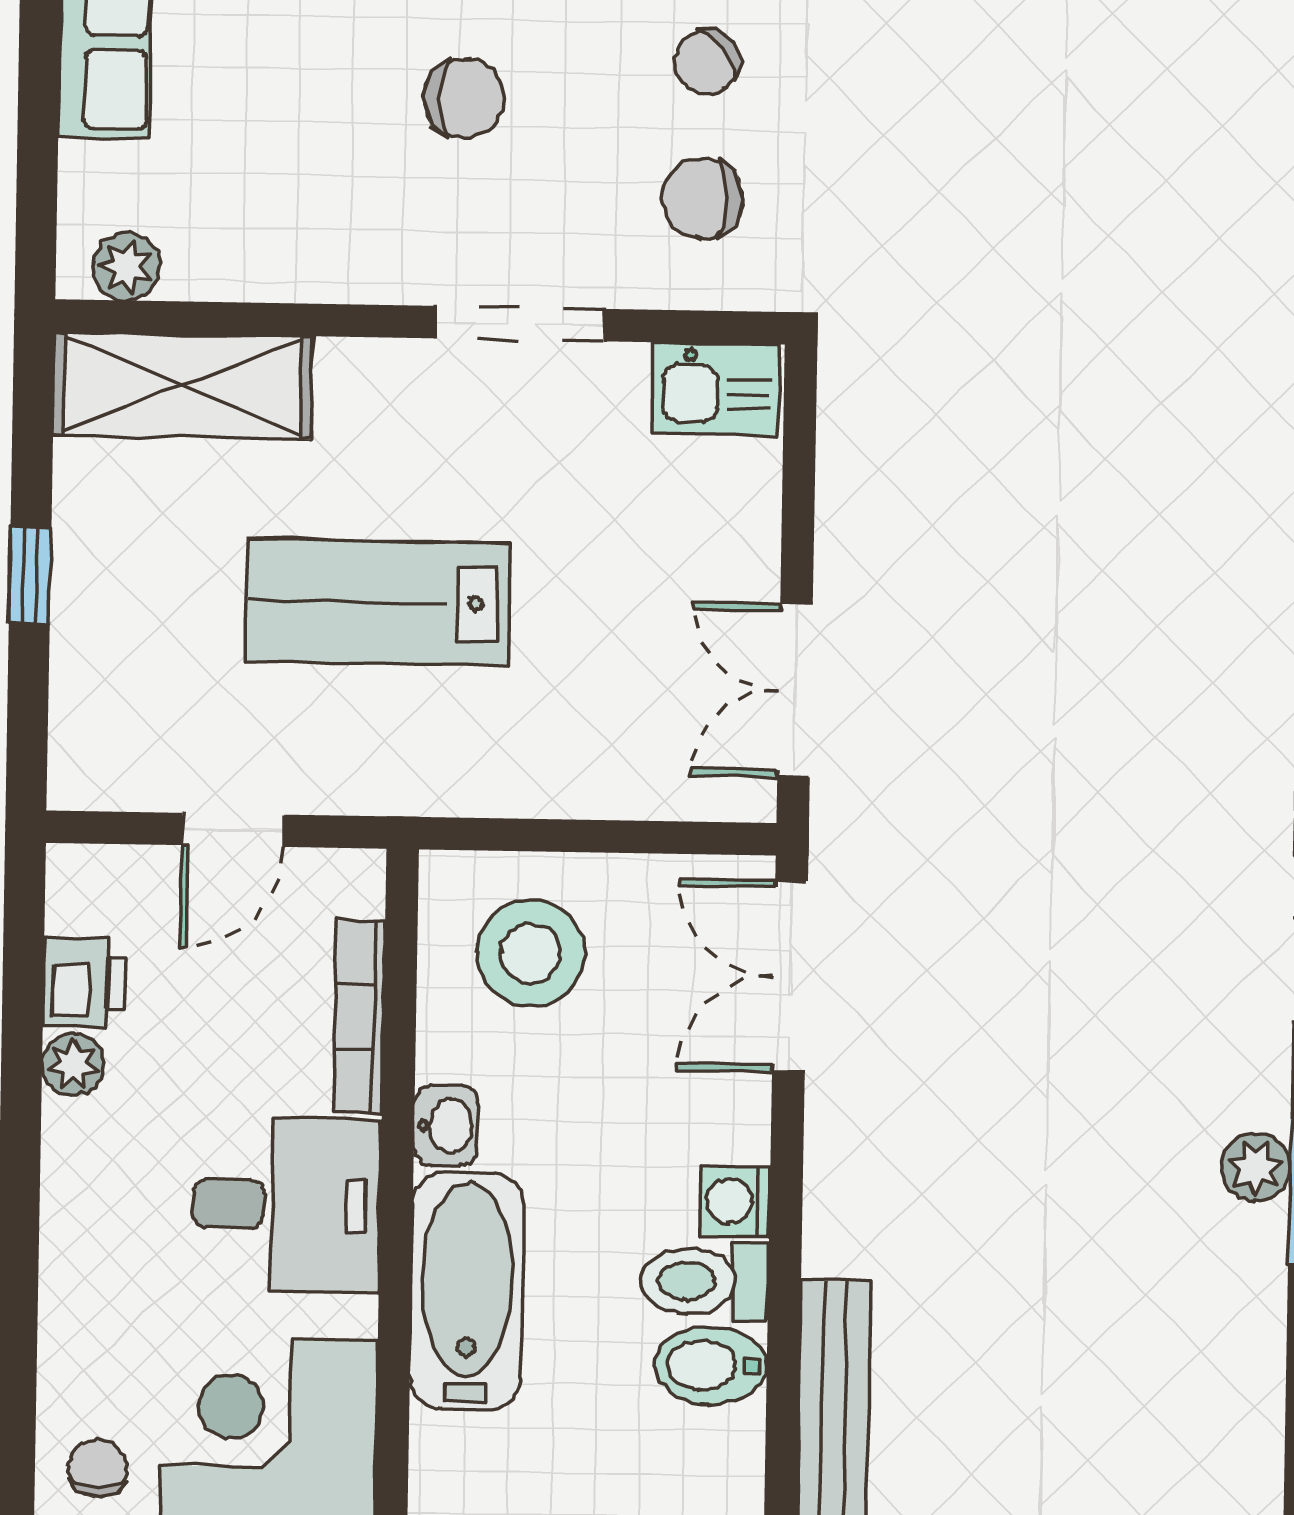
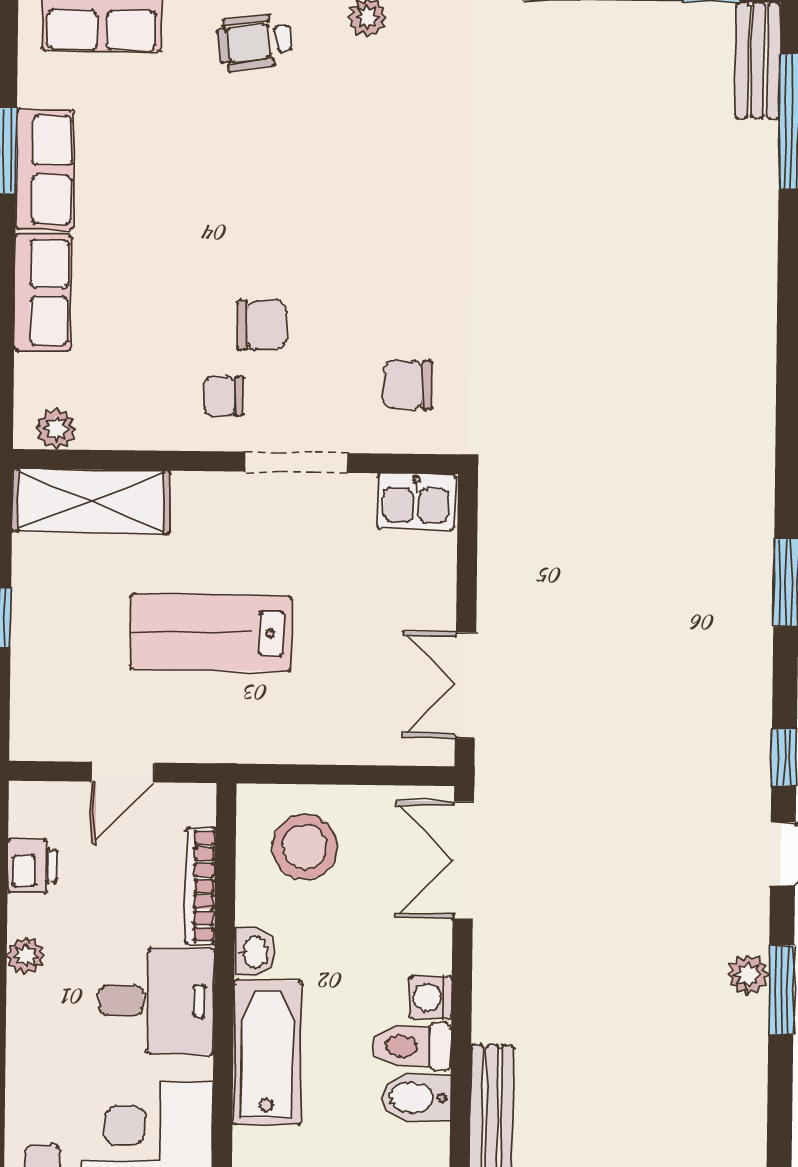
chair: (707, 62) -> (223, 396), moved, turned 39
plant: (73, 1065) -> (26, 956), moved

